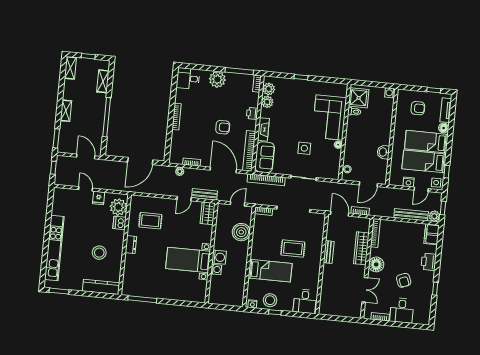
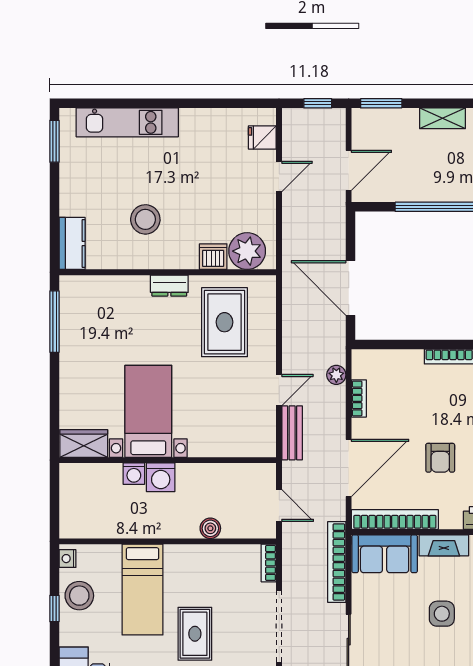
side table: (304, 148) -> (442, 614), moved
fridge: (99, 198) -> (262, 138), moved
door: (184, 199) -> (279, 390), swing flipped
wardrobe: (208, 213) -> (84, 444), moved
rug: (150, 221) -> (224, 322), width x1.36, depth x1.43
boiler: (241, 232) -> (210, 528), width x0.54, depth x0.54
kitchen unit: (54, 248) -> (127, 122), width x0.73
kitchen counter: (101, 287) -> (72, 243), width x0.67

